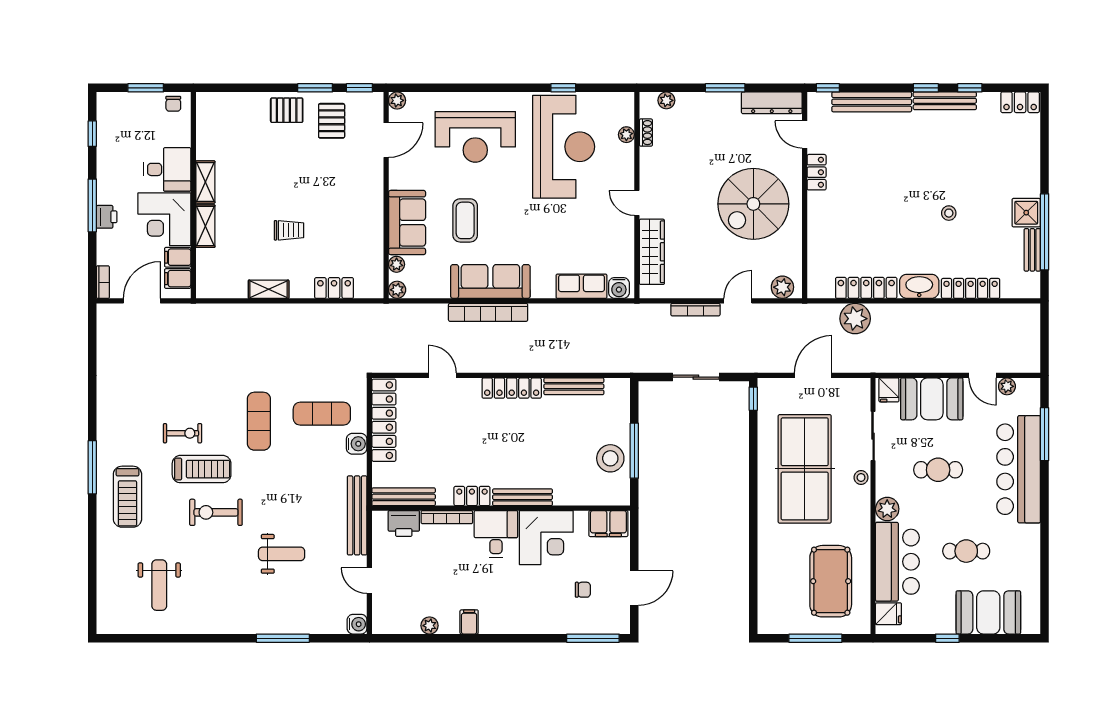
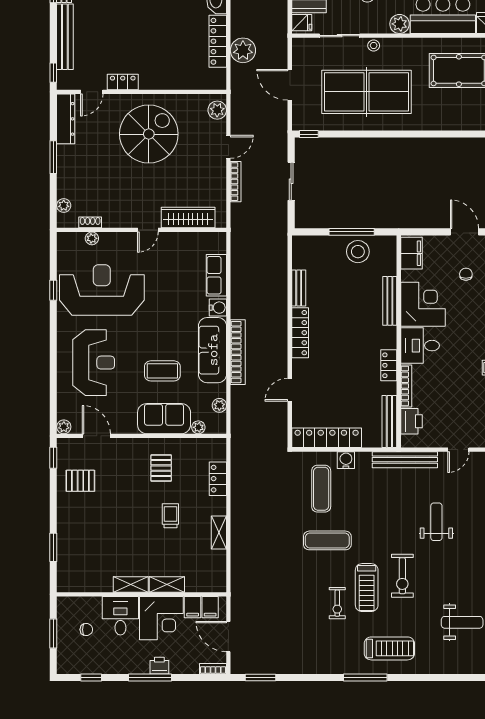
window: (315, 88) -> (53, 547), moved
chair: (173, 104) -> (86, 630), moved
pallet: (287, 110) -> (161, 468), moved
spiral stairs: (753, 204) -> (149, 134), turned -90
water cooler: (619, 288) -> (218, 308), moved
plant: (397, 290) -> (219, 405), moved
door: (738, 301) -> (228, 147), swing flipped
window: (92, 340) -> (260, 677), added
bench: (574, 386) -> (299, 288), width x0.73
exercise bike: (183, 433) -> (337, 603), turned 180
treadmill: (202, 469) -> (367, 588), turned 180
bench: (523, 497) -> (390, 301), moved

